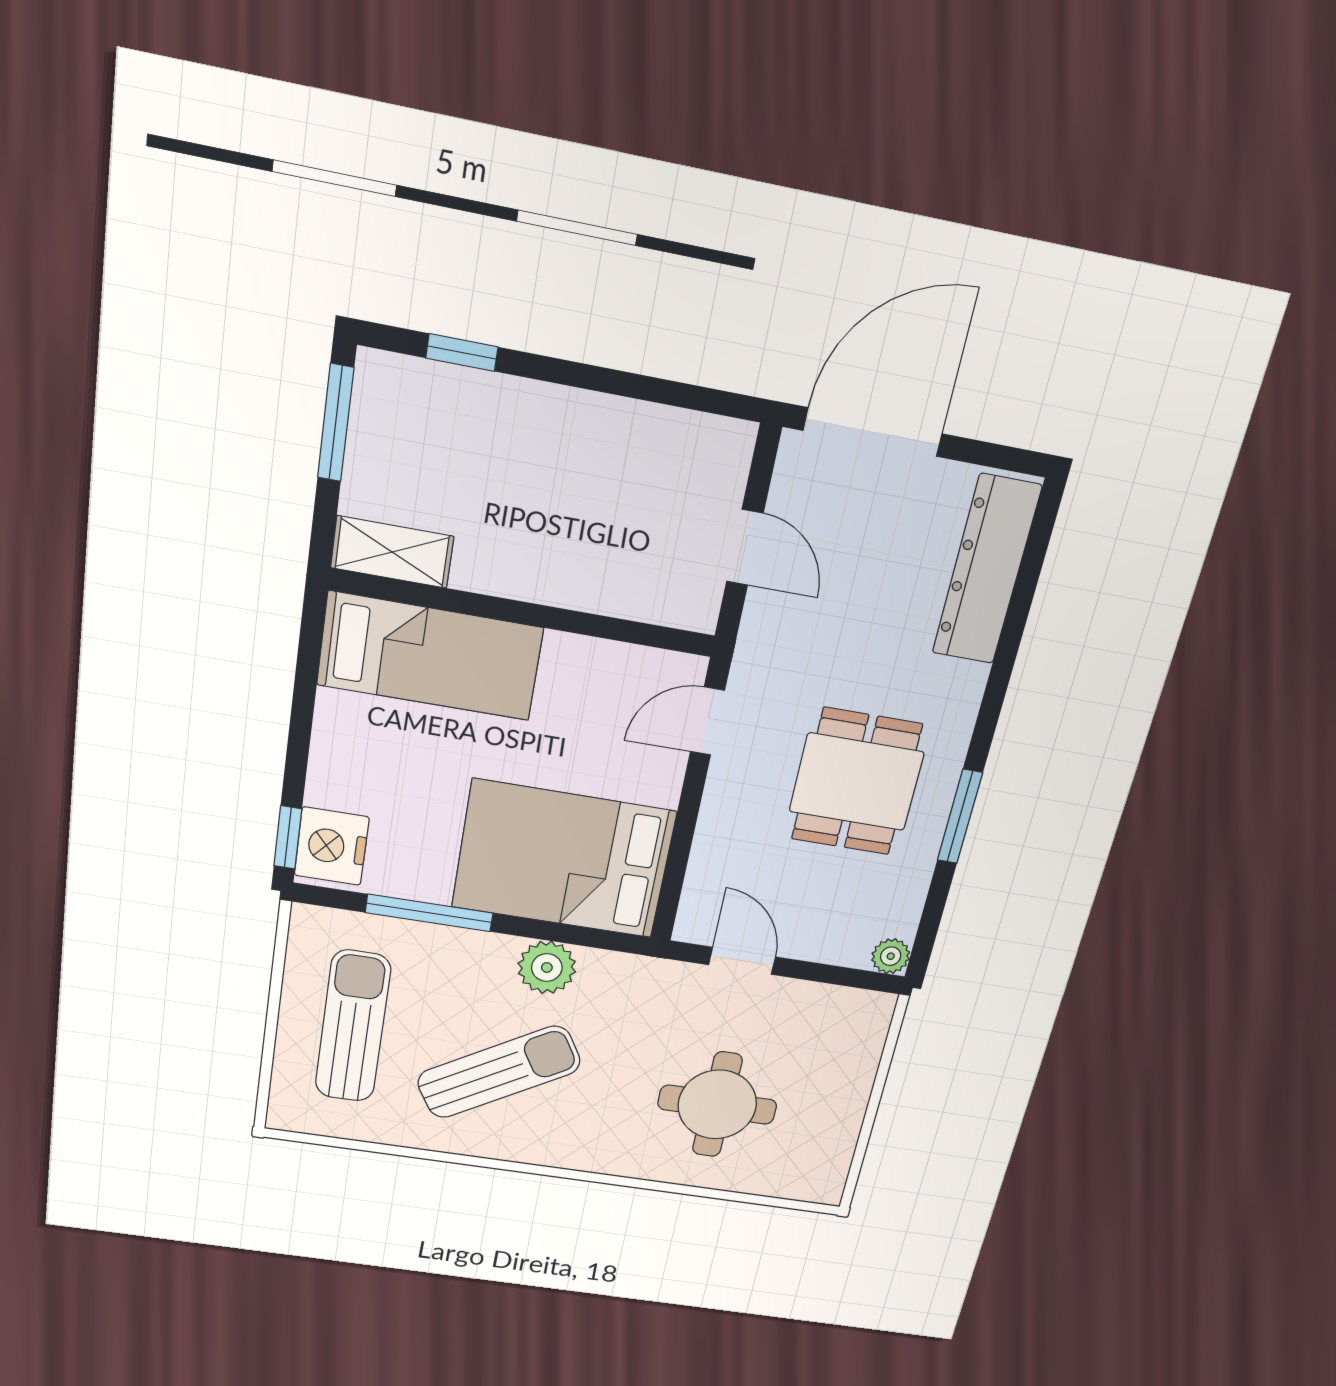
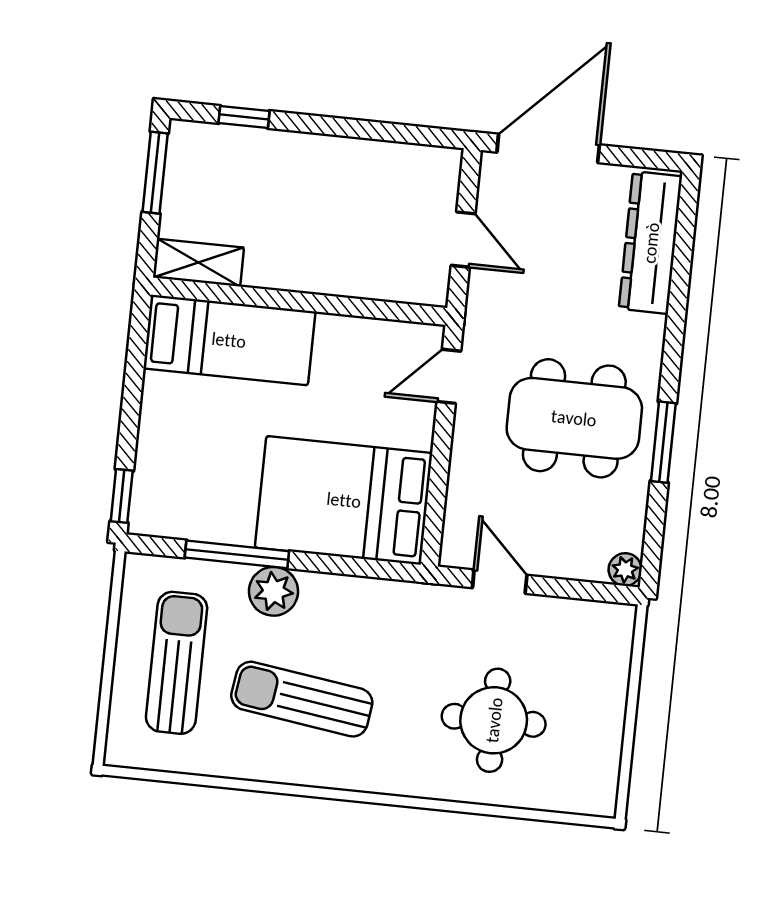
dining table: (856, 782) -> (574, 418), width x1.38
nightstand: (332, 846) -> (157, 501), removed
plant: (547, 967) -> (274, 591), moved
sun lounger: (499, 1072) -> (302, 699), turned -141

